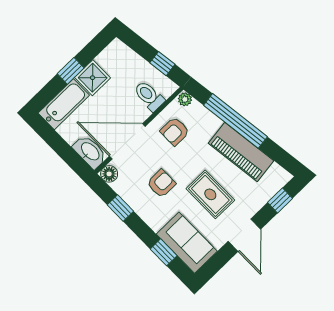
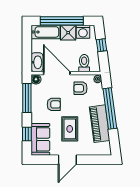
washing machine: (110, 59) -> (83, 32), added
window: (162, 64) -> (101, 45), moved
window: (71, 71) -> (62, 21), width x3.17
window: (280, 200) -> (96, 160), removed
window: (120, 208) -> (27, 98), width x2.17

